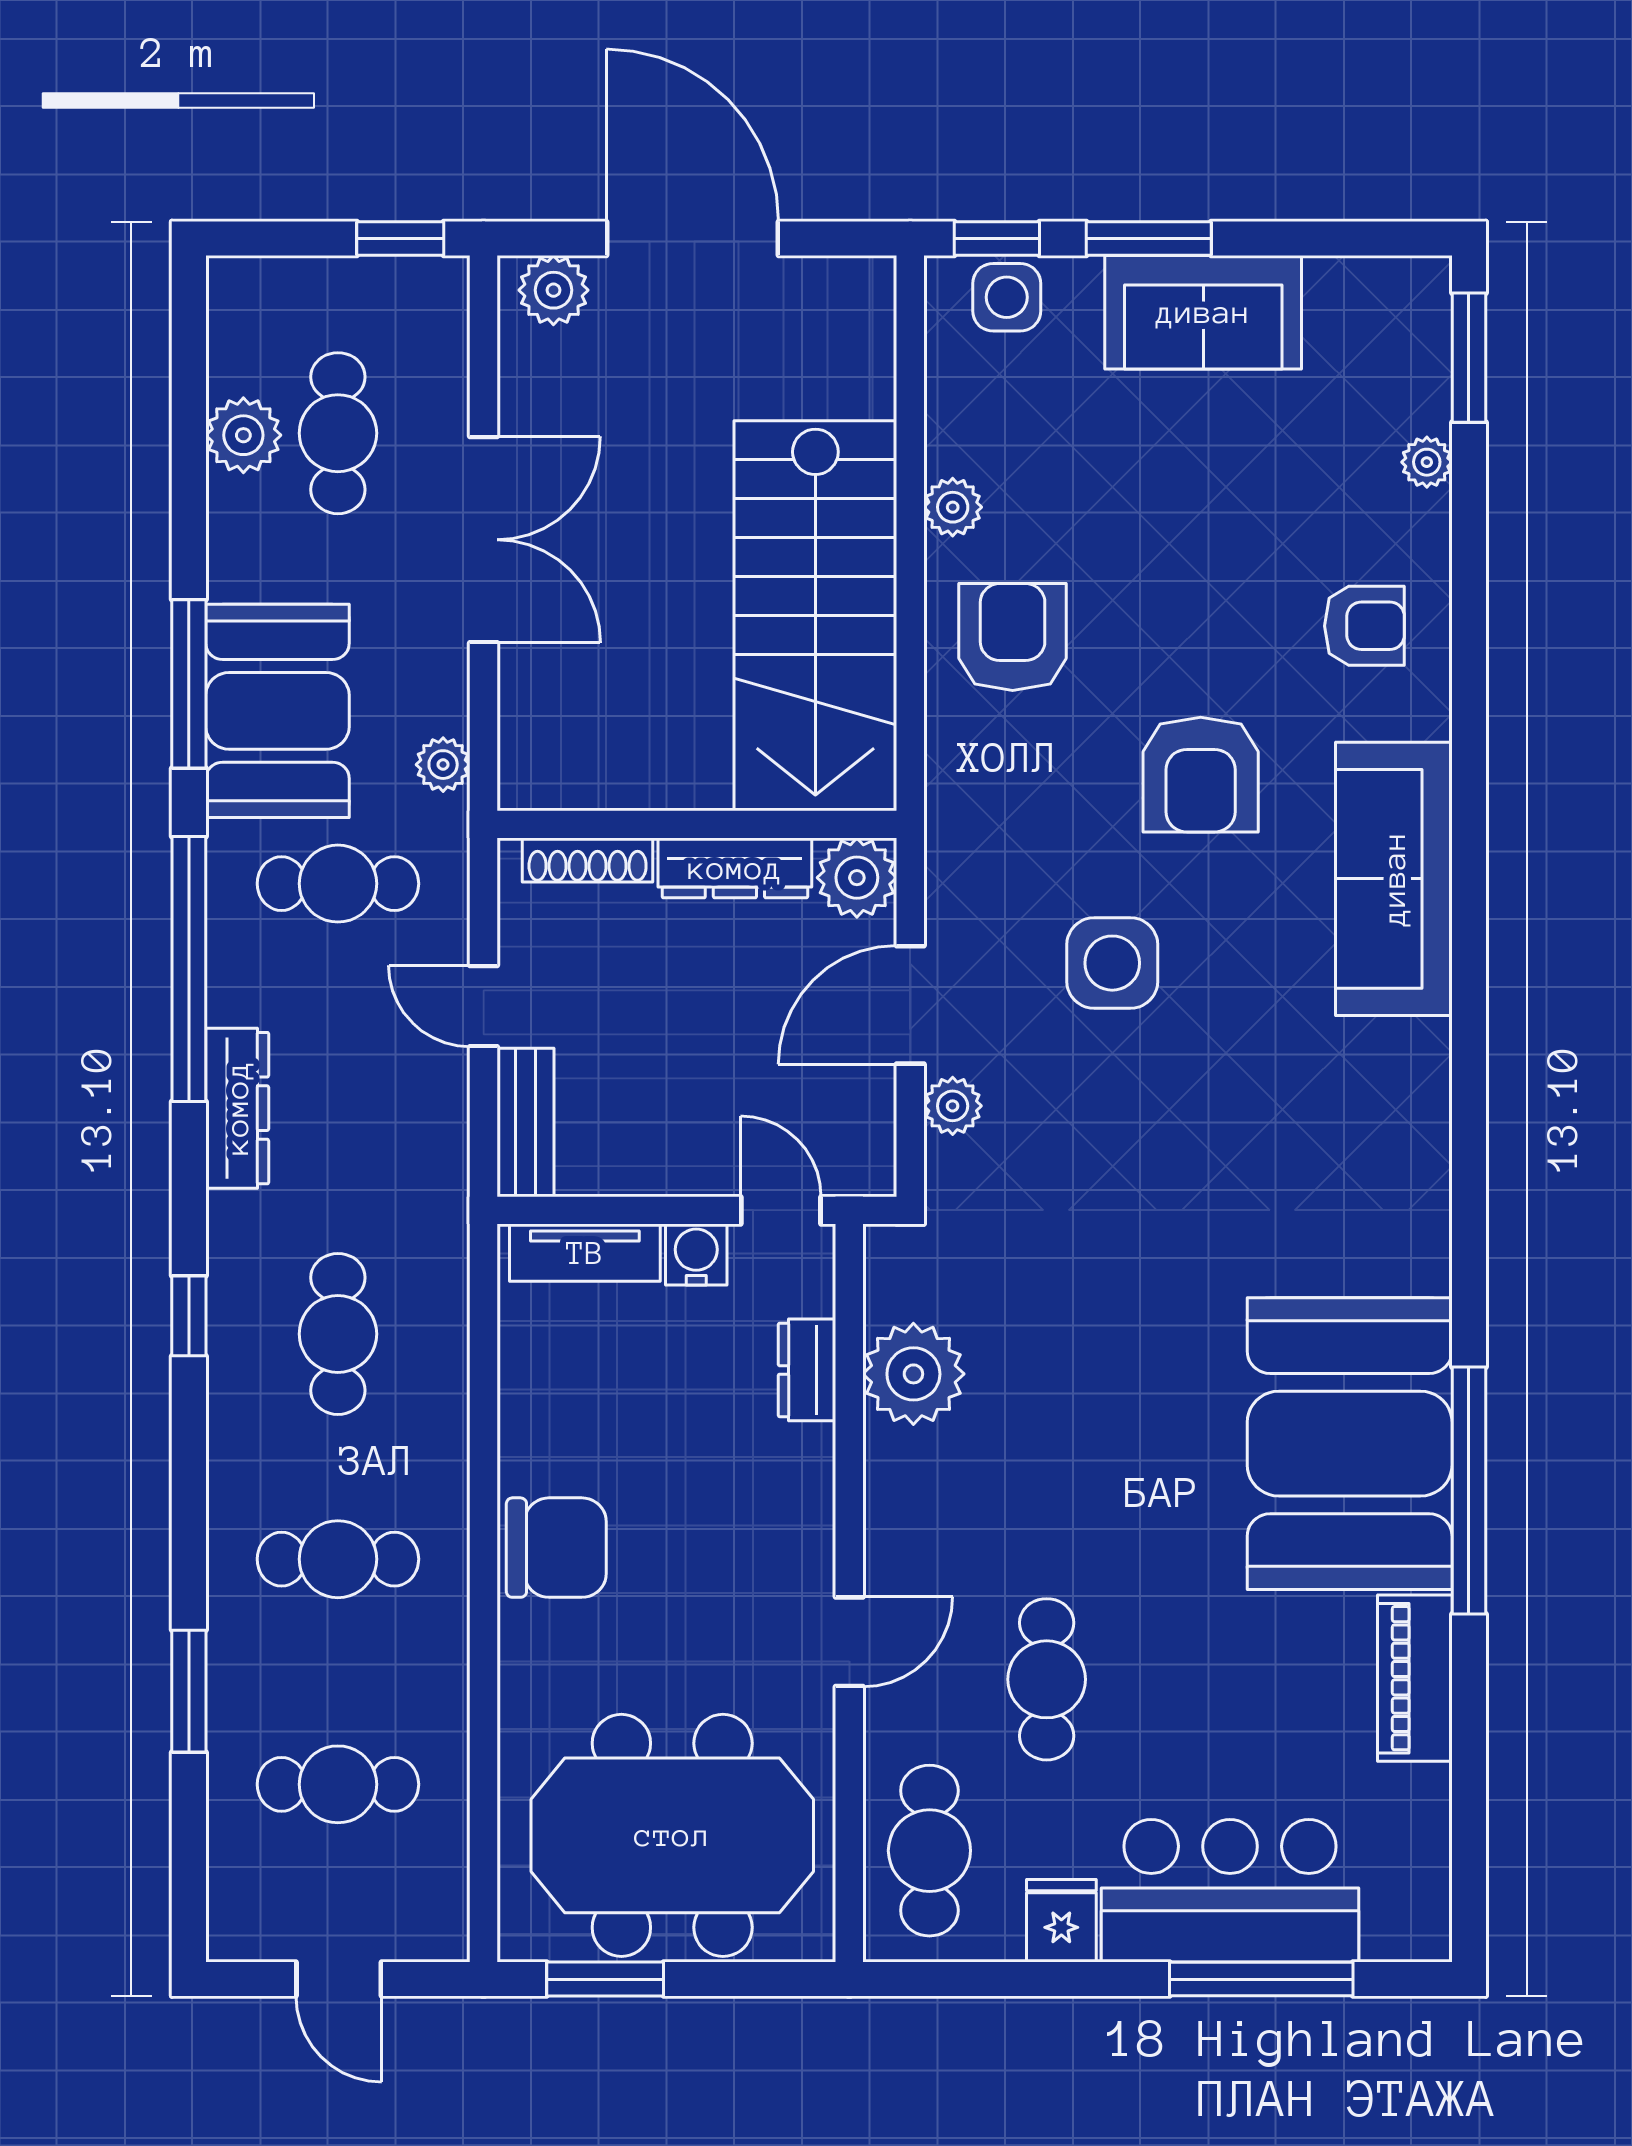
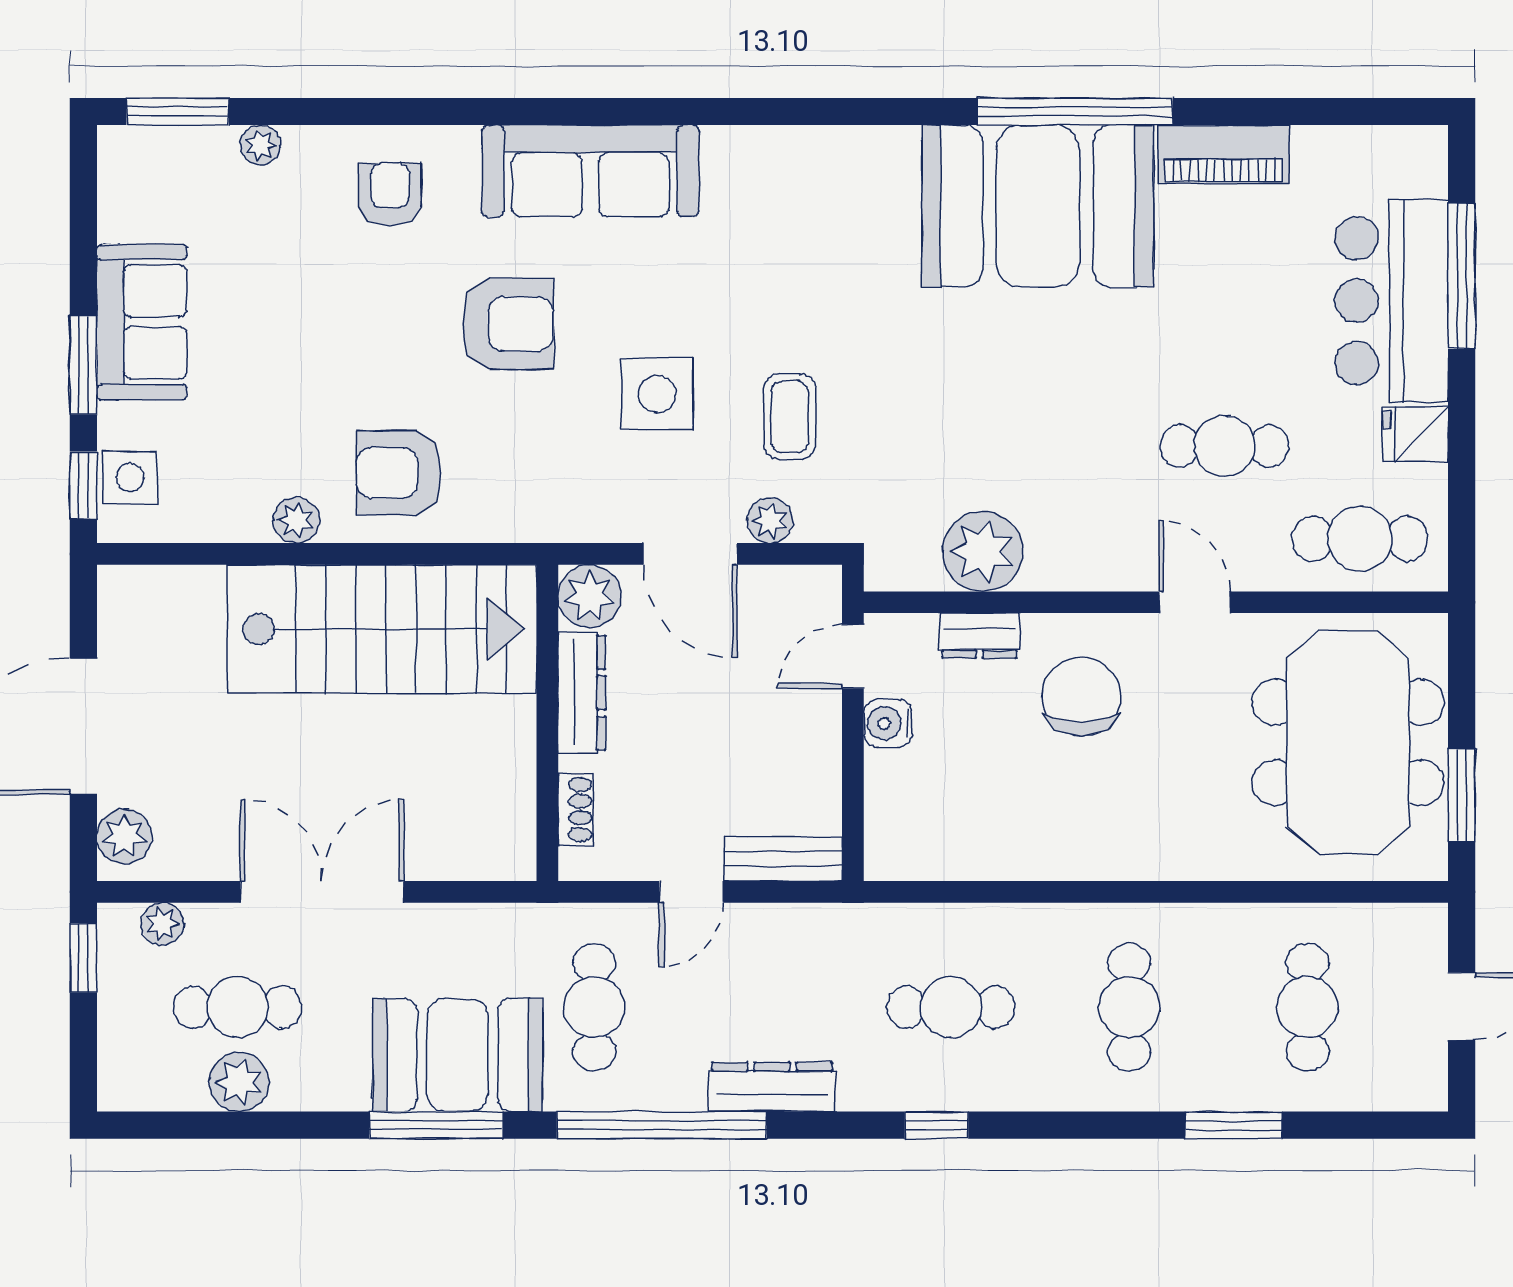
plant: (443, 765) -> (162, 924), moved
shoe rack: (588, 860) -> (576, 809), width x0.70
coffee table: (1084, 1130) -> (790, 417), added
tv unit: (585, 1253) -> (886, 812), removed
chair: (556, 1548) -> (1081, 697), moved

